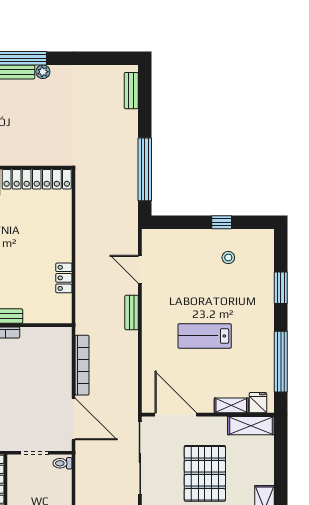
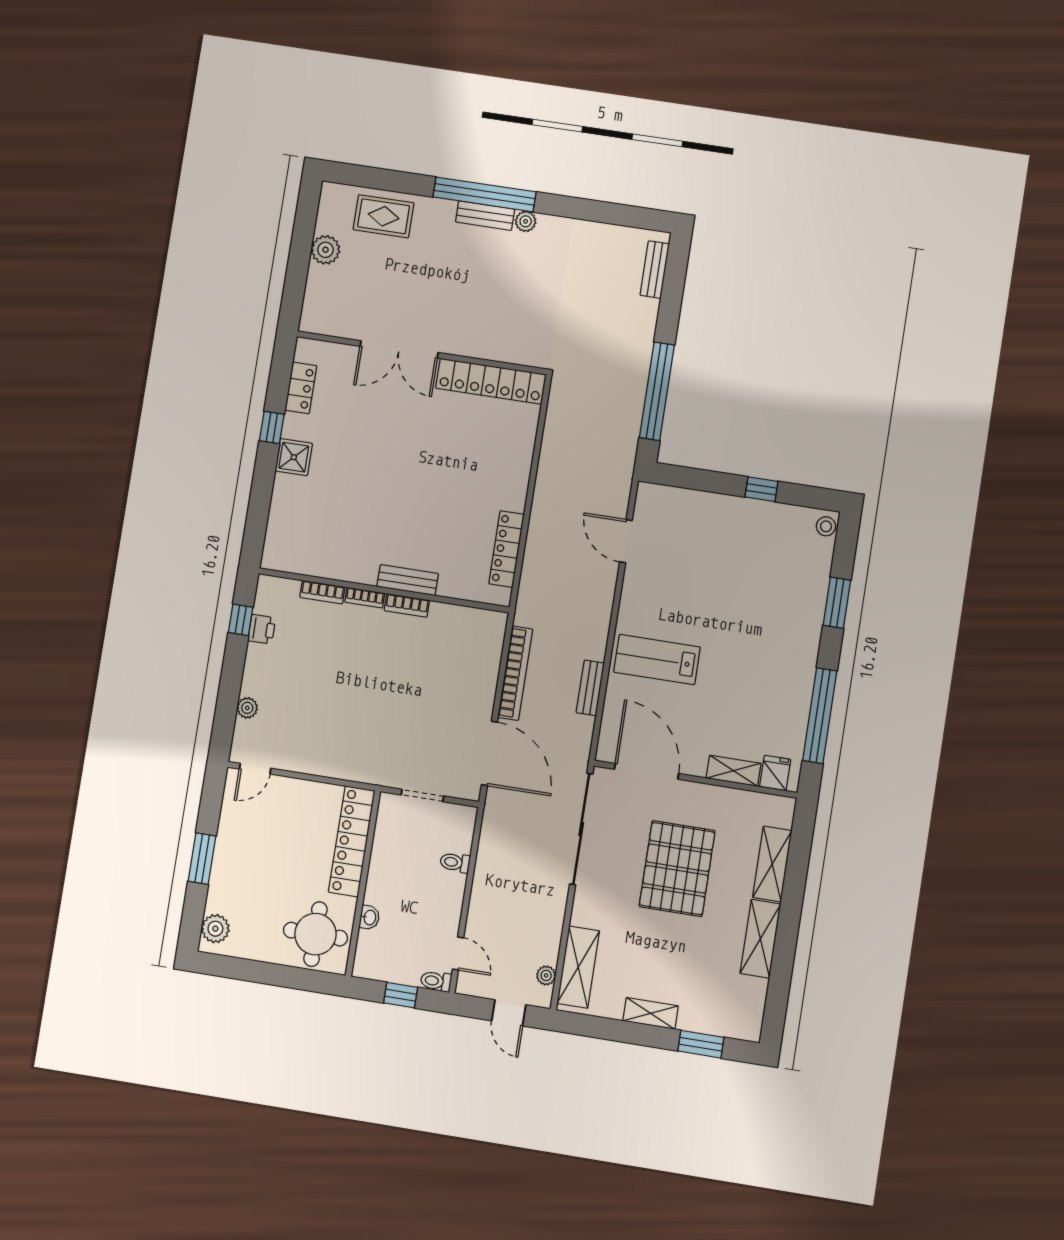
stool: (228, 258) -> (826, 526), moved
locker: (64, 278) -> (506, 549), width x1.53
bench: (132, 312) -> (590, 688), moved
lab bench: (205, 336) -> (657, 660), moved
shelving: (251, 426) -> (772, 864), moved, turned 90
toilet: (62, 463) -> (455, 862), moved

